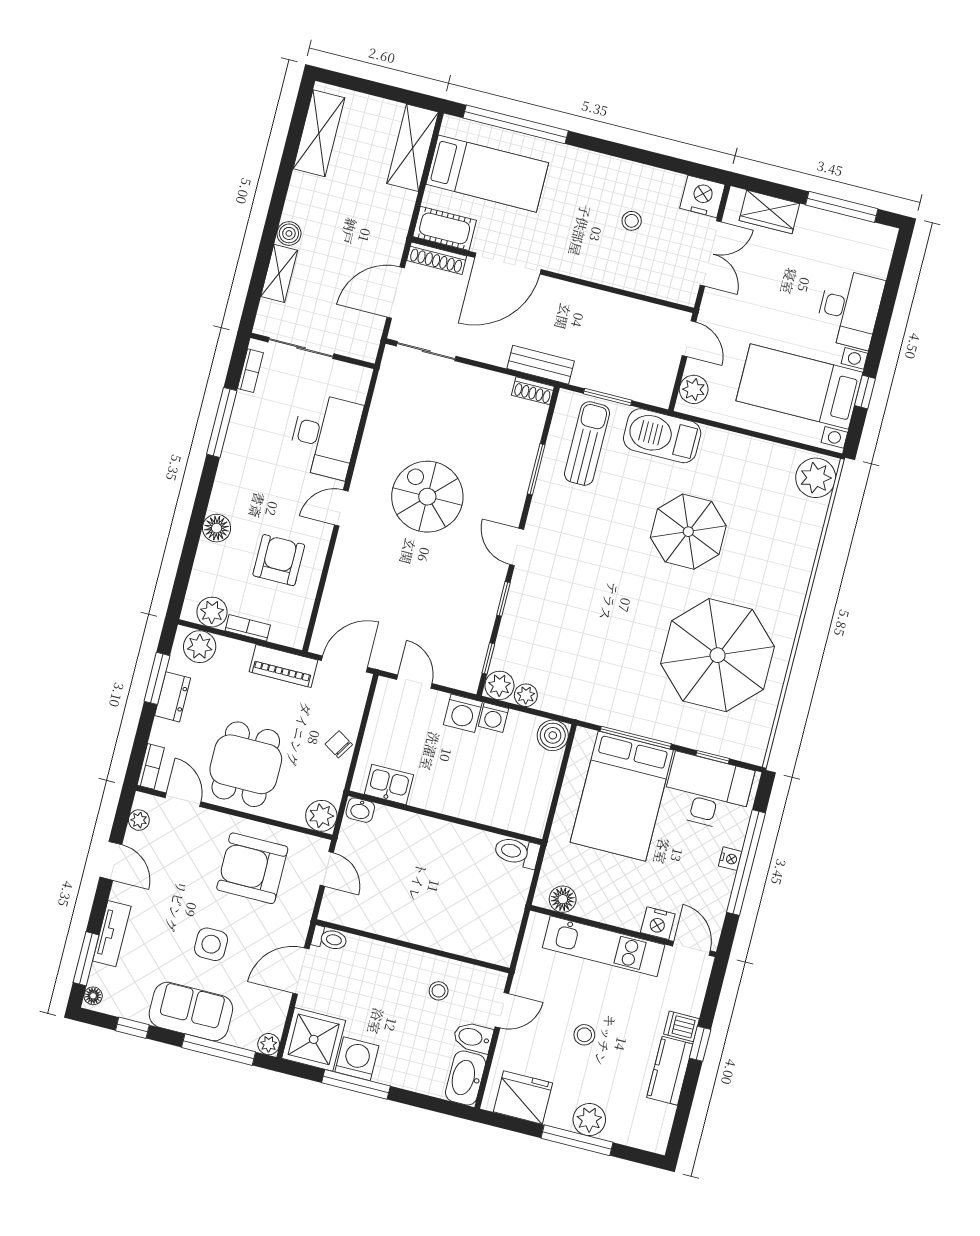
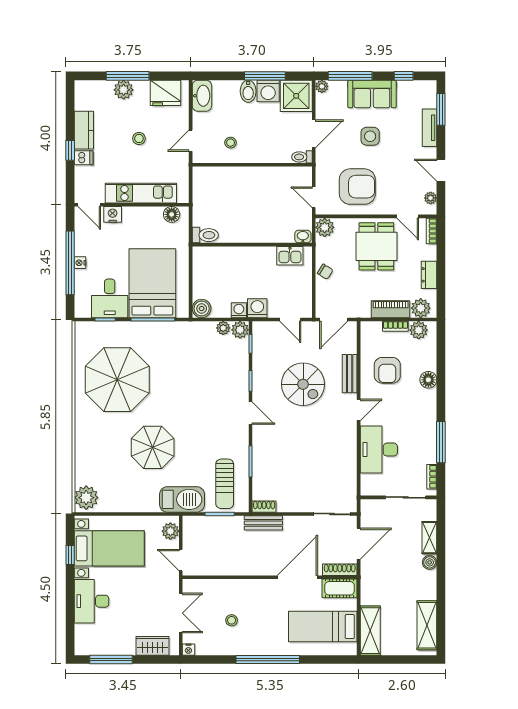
window: (516, 124) -> (268, 659), moved
nightstand: (702, 196) -> (188, 650), width x0.53, depth x0.56
double door: (711, 253) -> (181, 613), swing flipped
spiral stairs: (427, 497) -> (303, 384), moved
bench: (341, 570) -> (350, 374), added
piano: (283, 666) -> (391, 309), moved
window: (157, 678) -> (441, 283), removed
desk: (707, 792) -> (110, 298), width x0.73
floor lamp: (93, 996) -> (431, 89), removed
bidet: (473, 1037) -> (248, 91), moved, turned 90

